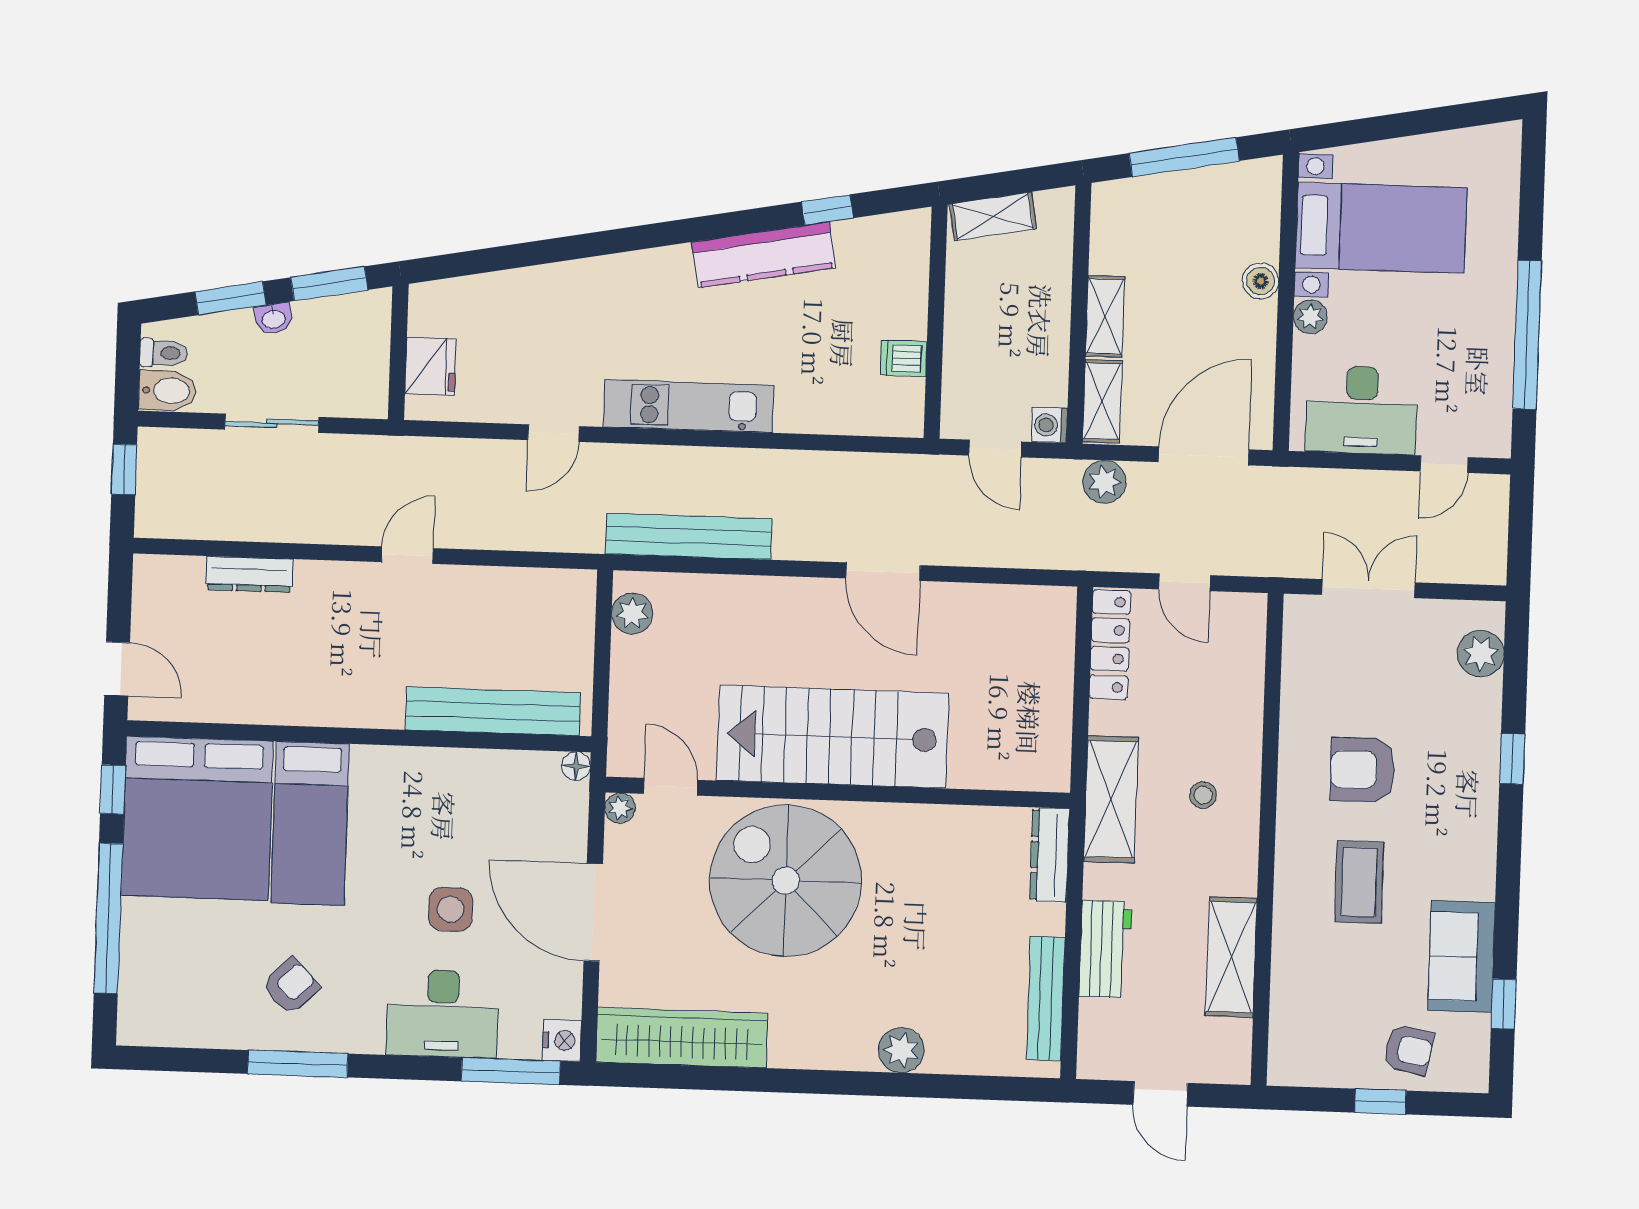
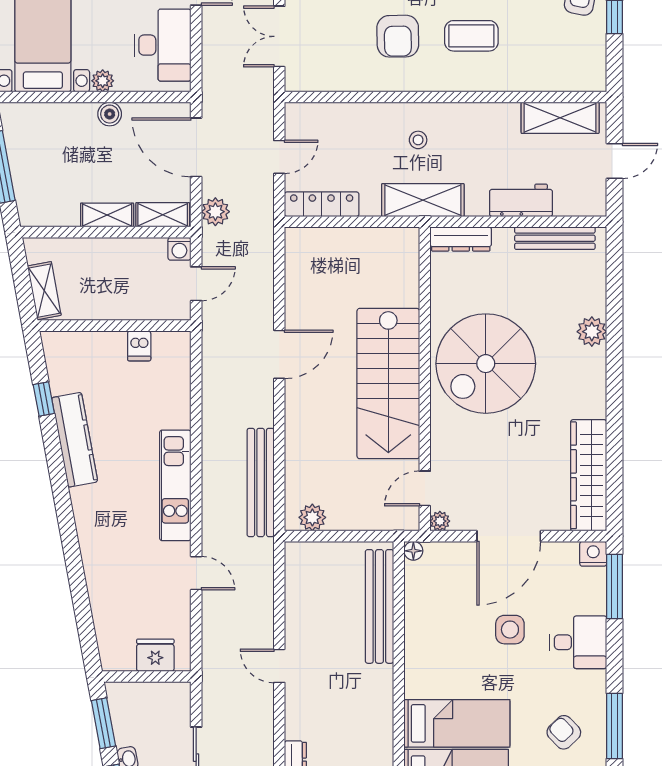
boiler: (1261, 281) -> (110, 114), moved
spiral stairs: (786, 881) -> (486, 364), moved
shelving: (1231, 957) -> (560, 118), moved
desk: (443, 1013) -> (578, 642), width x0.73

